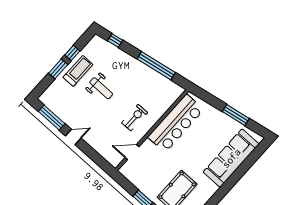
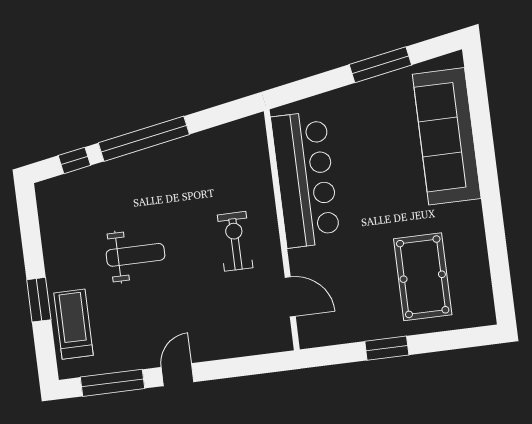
window: (72, 53) -> (33, 252), removed
window: (156, 66) -> (144, 139), moved
treadmill: (78, 71) -> (74, 324), moved
door: (132, 152) -> (290, 297), swing flipped

